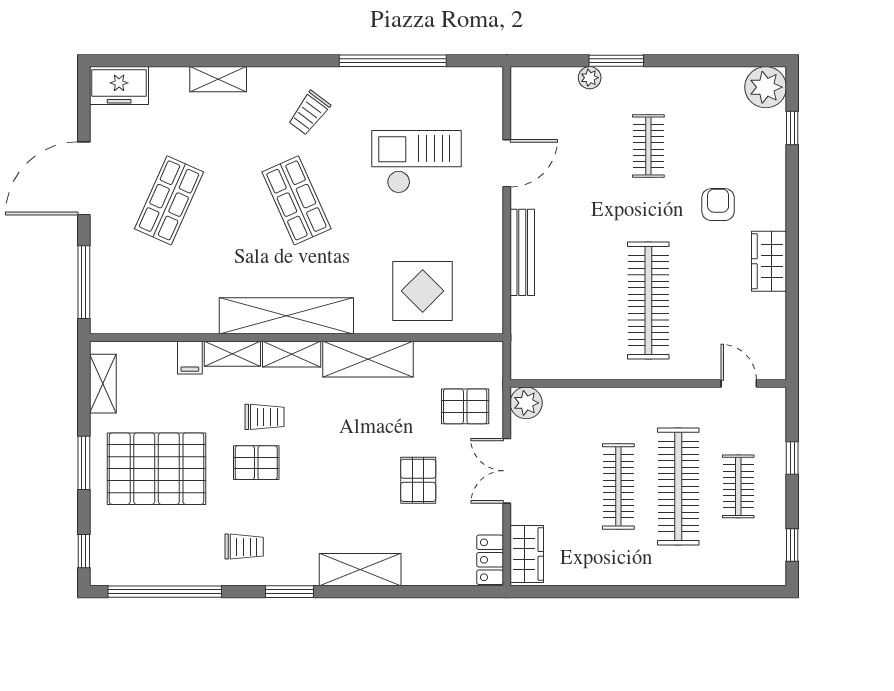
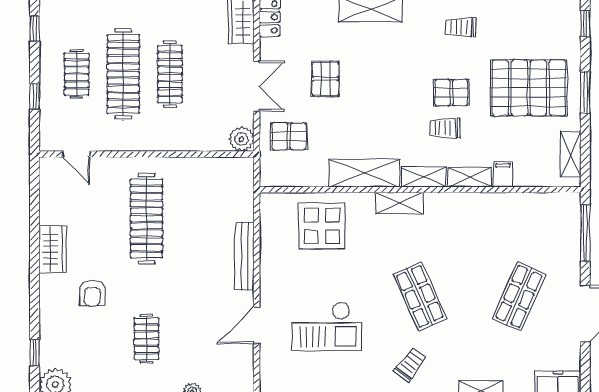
shelving: (286, 316) -> (399, 203), width x0.45, depth x0.75

